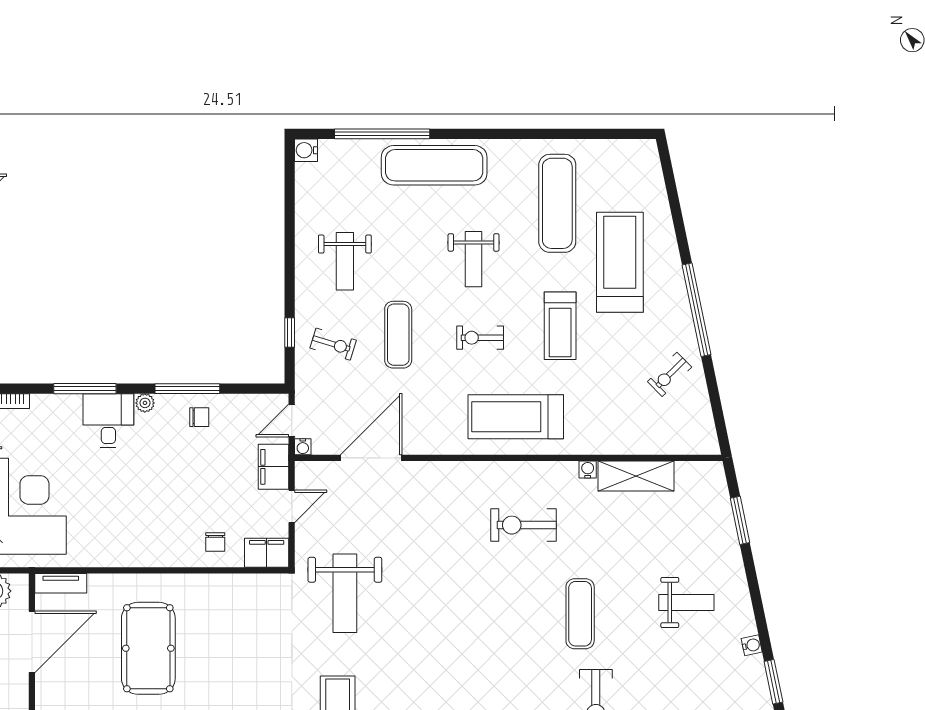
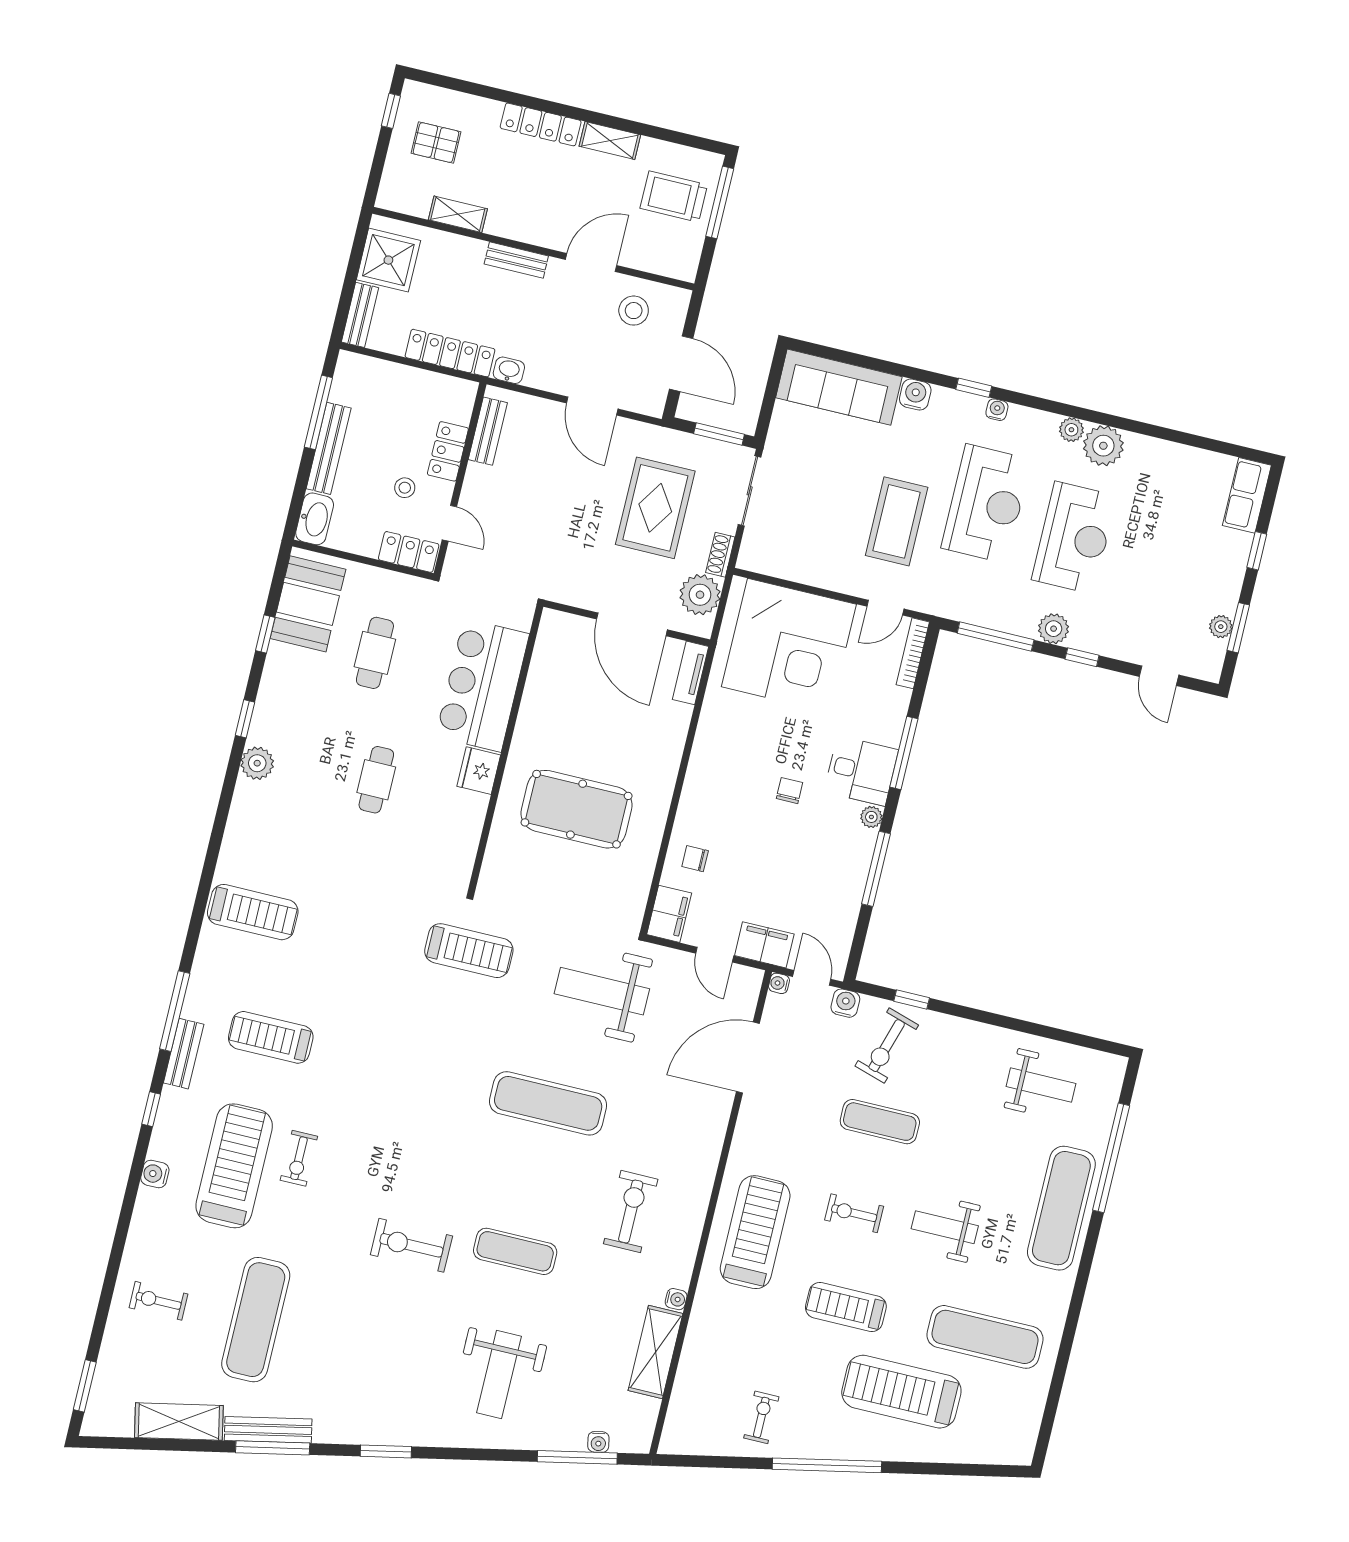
water cooler: (306, 150) -> (845, 1003), moved
weight bench: (345, 261) -> (1041, 1085), moved, turned 180
treadmill: (620, 262) -> (901, 1392), turned 180
exercise bike: (480, 338) -> (854, 1213), turned -90
exercise bike: (333, 344) -> (887, 1046), width x1.38, depth x1.39
exercise bike: (670, 374) -> (761, 1417), turned 45
chair: (199, 417) -> (790, 791), moved, turned 180
door: (371, 458) -> (748, 1058), swing flipped
window: (740, 520) -> (577, 1457), width x1.44
weight bench: (686, 603) -> (499, 1375), width x1.36, depth x1.33
exercise mat: (450, 616) -> (548, 1103), added
water cooler: (752, 645) -> (598, 1442), moved
pool table: (148, 648) -> (577, 809), moved

